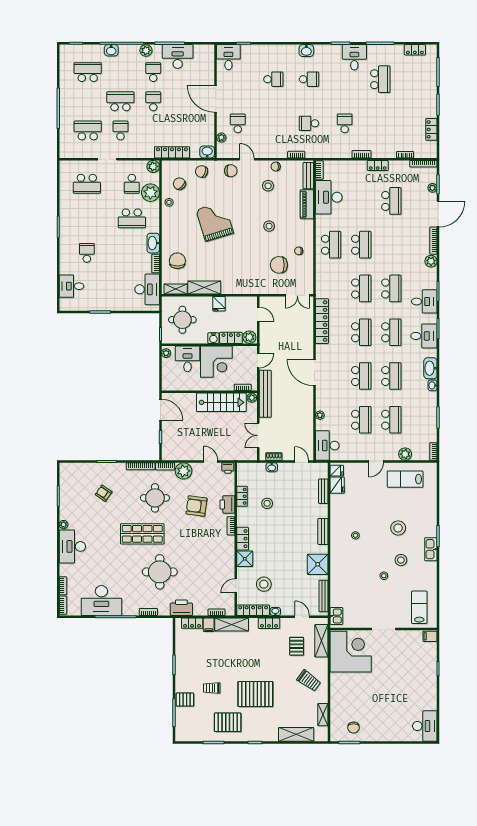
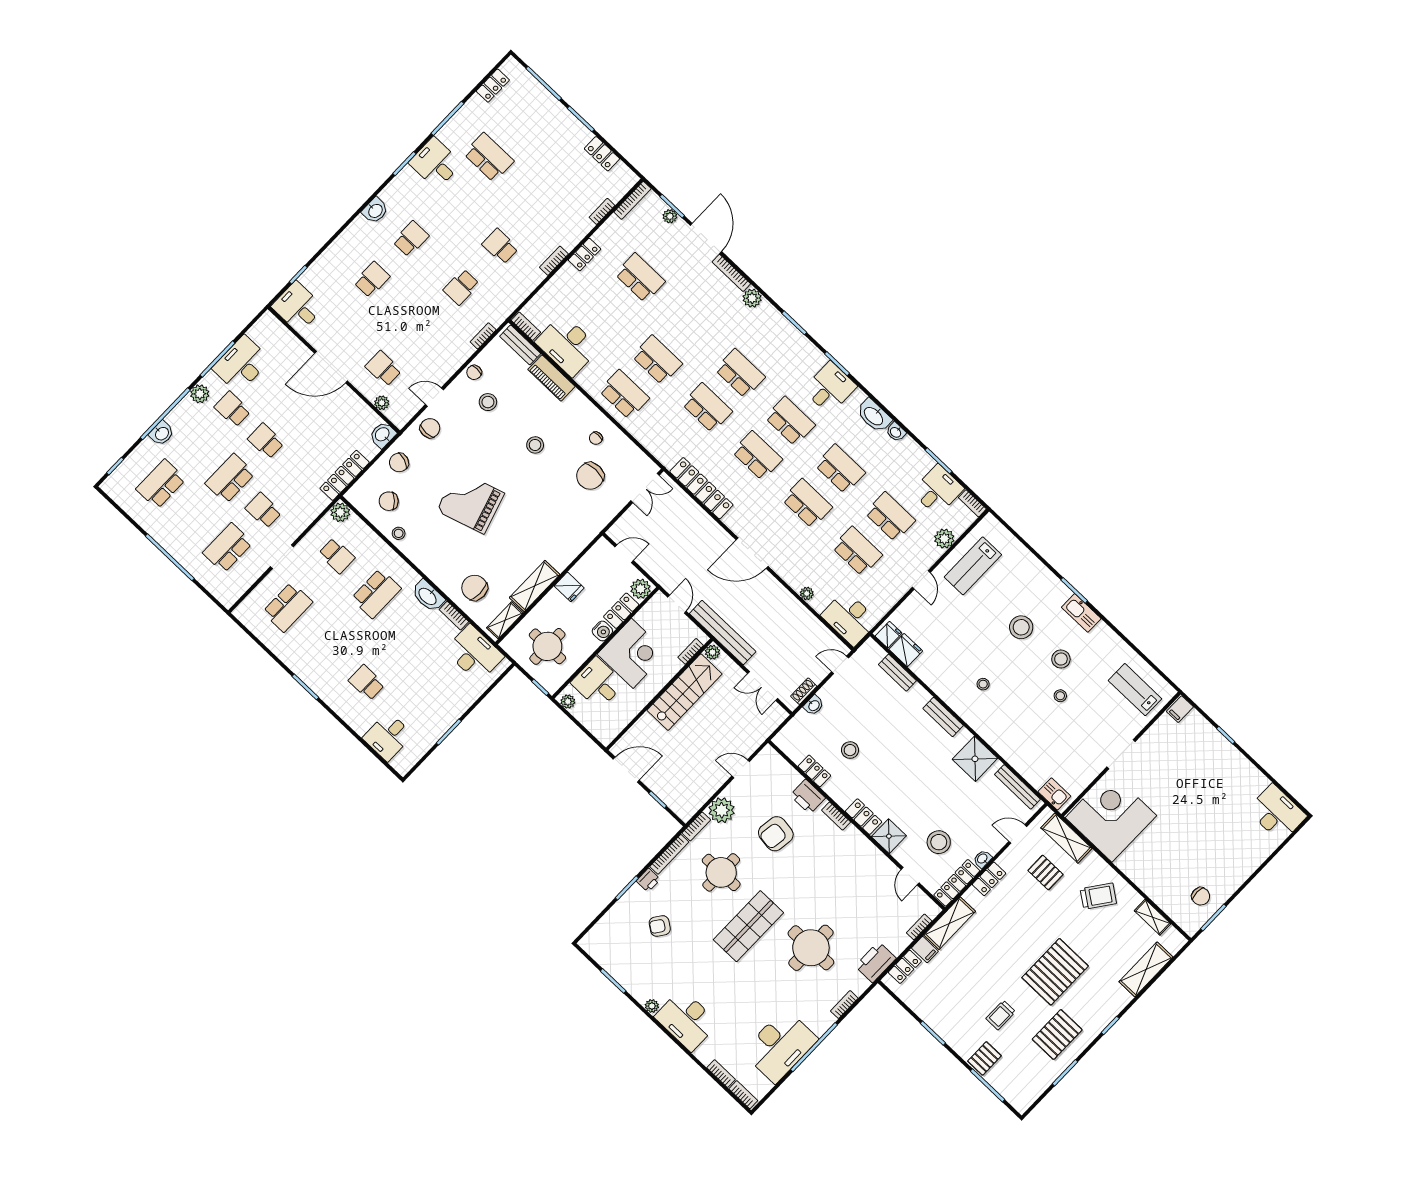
plant: (150, 193) -> (367, 544), removed
desk: (424, 301) -> (938, 490), moved
printer: (228, 468) -> (648, 880), moved

